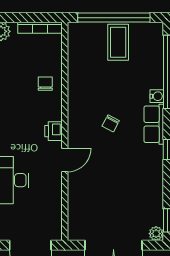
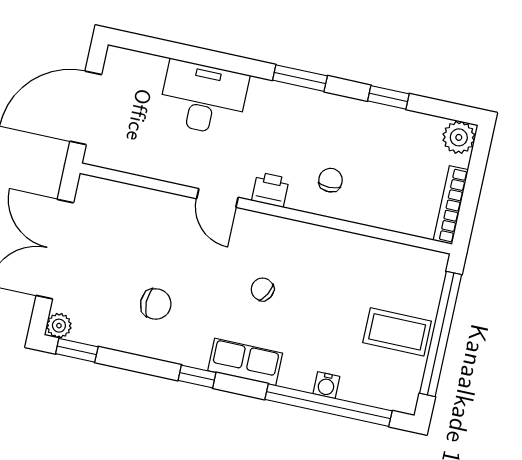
chair: (45, 84) -> (331, 180), moved, turned -90
water cooler: (157, 96) -> (326, 385), moved
chair: (132, 182) -> (156, 304), added

